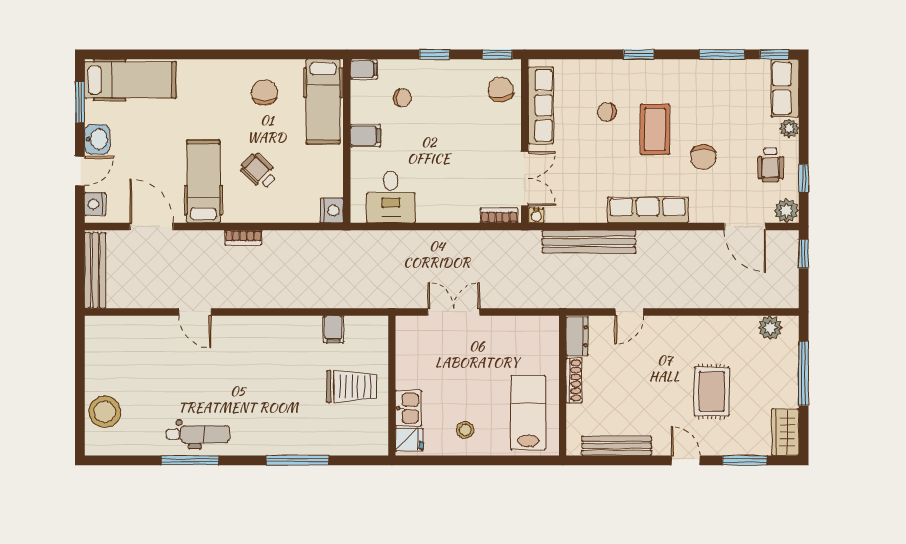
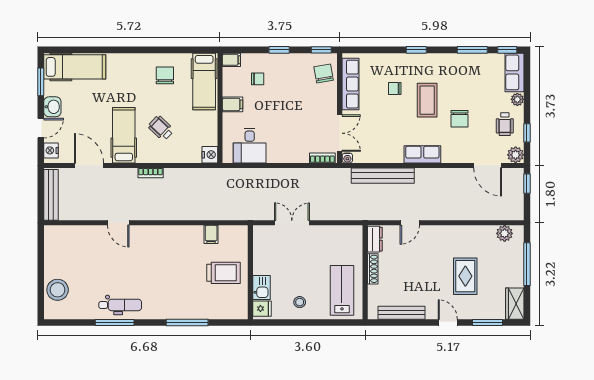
row of seats: (648, 210) -> (422, 154), width x0.68

